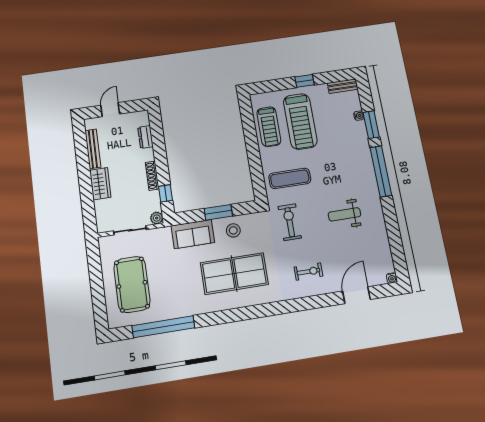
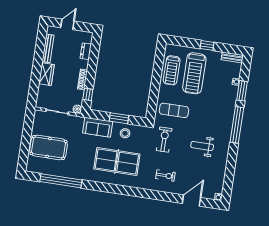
pool table: (132, 284) -> (49, 147), turned 90

